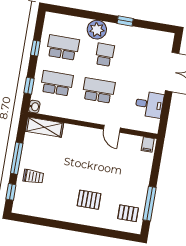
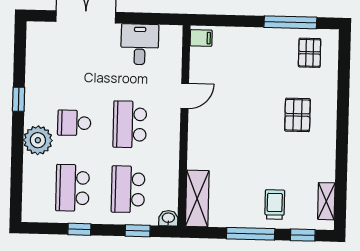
shelving: (31, 210) -> (326, 201), added

